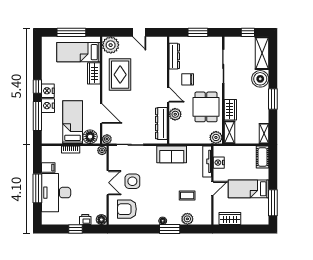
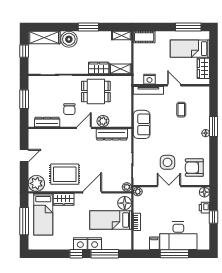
door: (101, 114) -> (92, 192), moved
plant: (216, 137) -> (125, 82), removed
bed: (248, 189) -> (190, 49), moved, turned 90
armchair: (127, 209) -> (194, 168), turned 90
plant: (187, 219) -> (204, 109), removed

